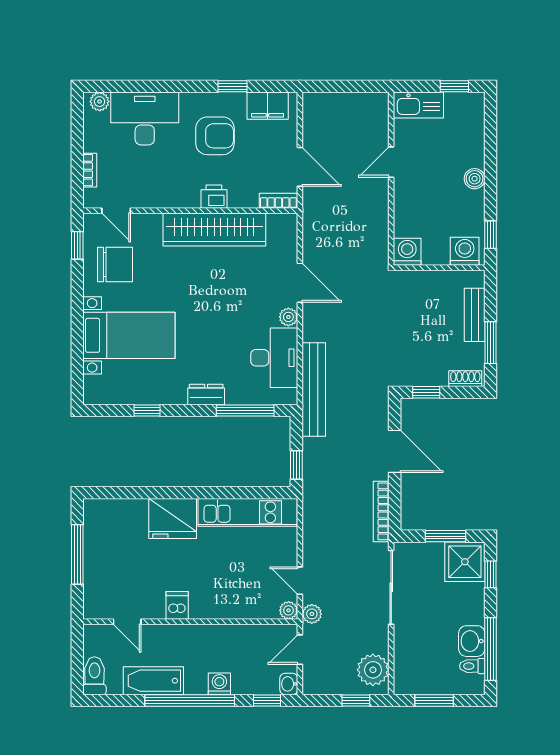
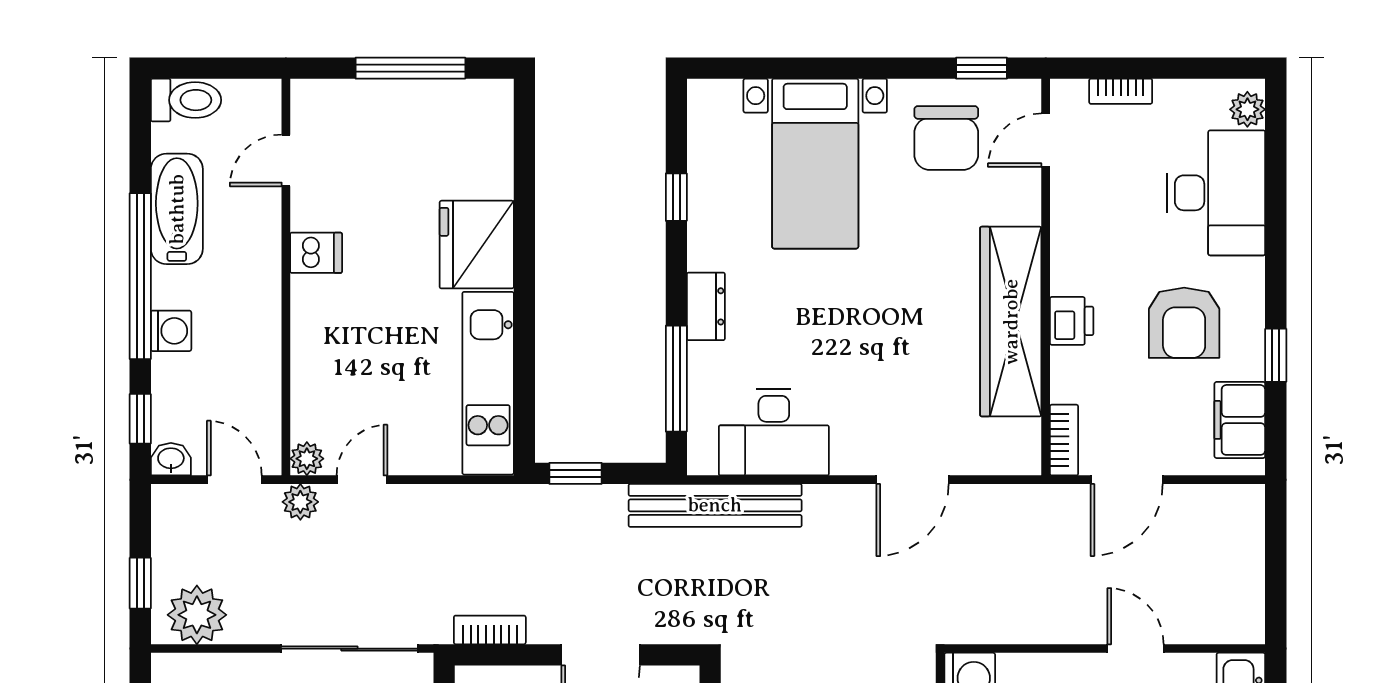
plant: (288, 317) -> (849, 458), removed
bookcase: (381, 511) -> (490, 630), width x0.64

